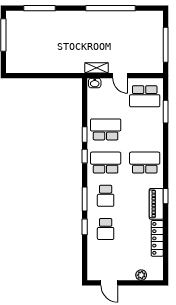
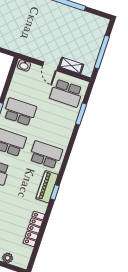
shelving: (97, 68) -> (71, 66), moved
piano: (156, 204) -> (47, 187), moved

